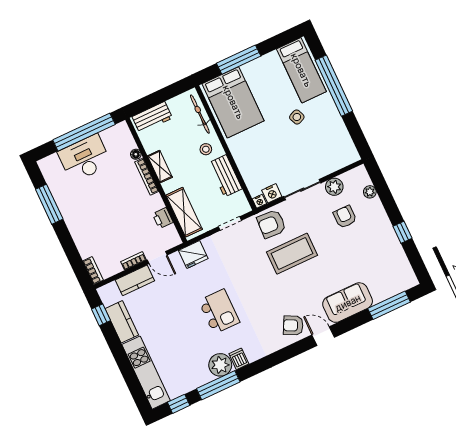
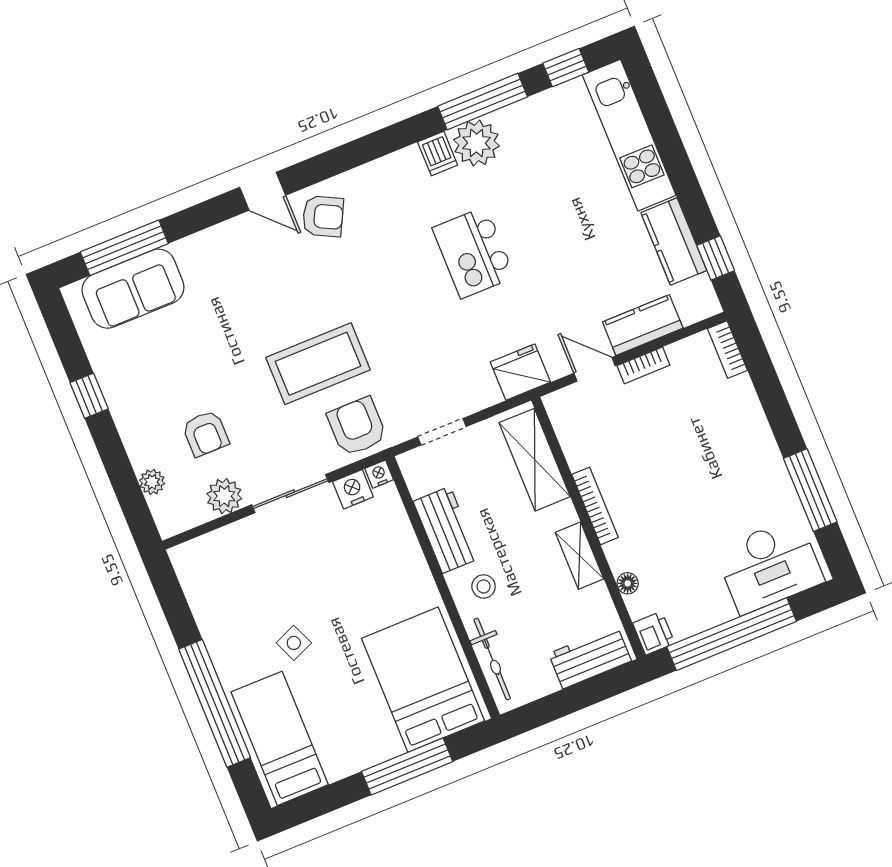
desk: (85, 158) -> (769, 566), moved
bookcase: (147, 177) -> (595, 506), moved
printer: (163, 218) -> (654, 633), moved
armchair: (271, 224) -> (357, 427), turned -93
sofa: (348, 303) -> (133, 289), moved

